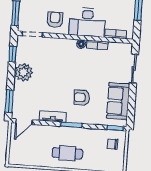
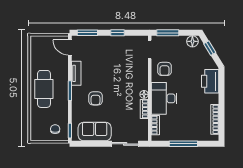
armchair: (55, 20) -> (164, 69), turned 90
window: (13, 54) -> (118, 33), moved
plant: (24, 72) -> (115, 44), removed
armchair: (82, 97) -> (96, 98), turned 180
cafe table: (67, 153) -> (44, 89), width x1.37, depth x1.35

